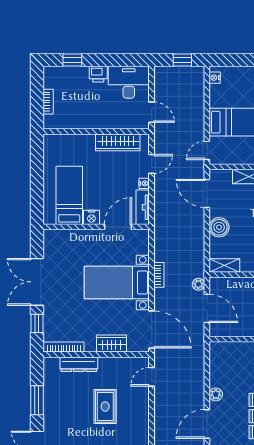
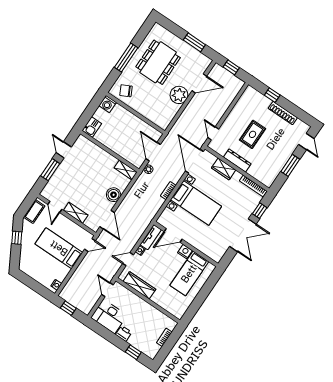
dresser: (79, 364) -> (237, 160), moved
door: (152, 377) -> (213, 133), swing flipped
plant: (216, 394) -> (179, 95), width x1.87, depth x1.87

